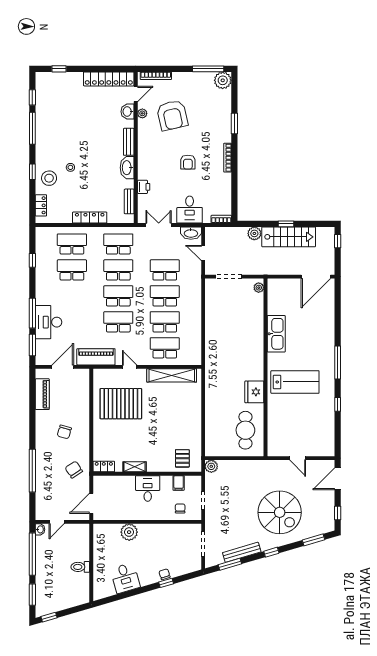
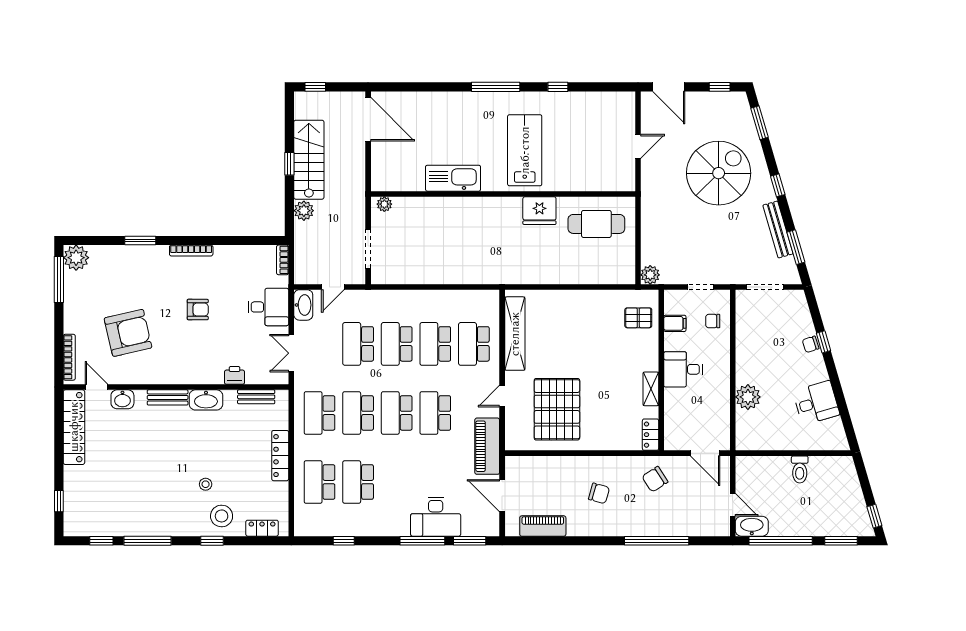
plant: (142, 113) -> (125, 377), removed
washbasin: (40, 529) -> (752, 526), width x1.91, depth x1.45

